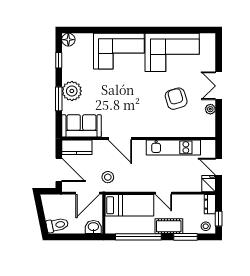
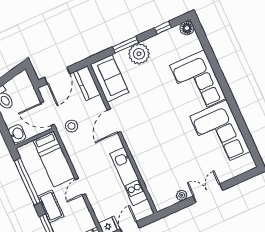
armchair: (176, 99) -> (177, 158), removed

